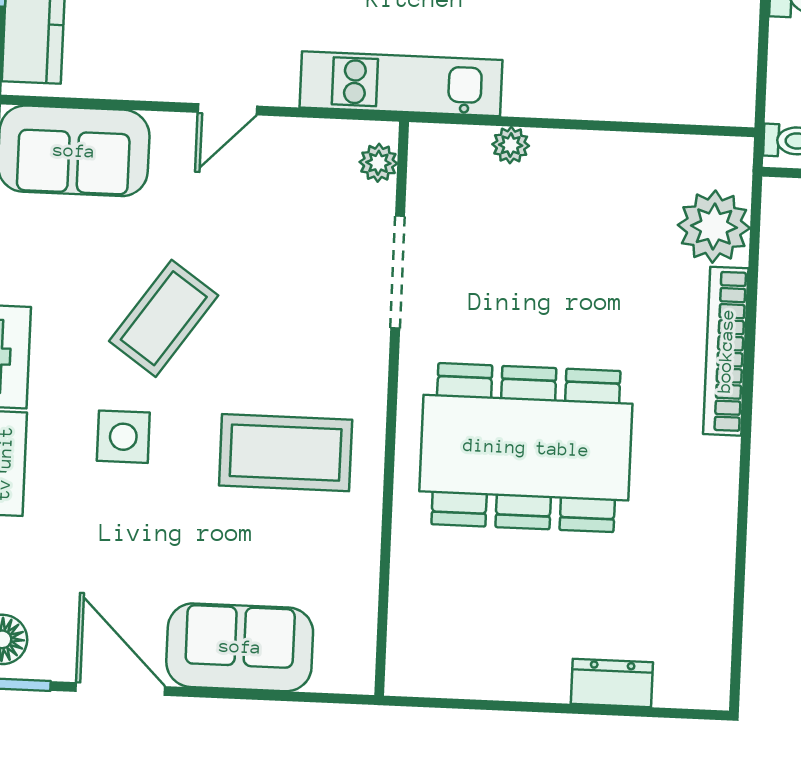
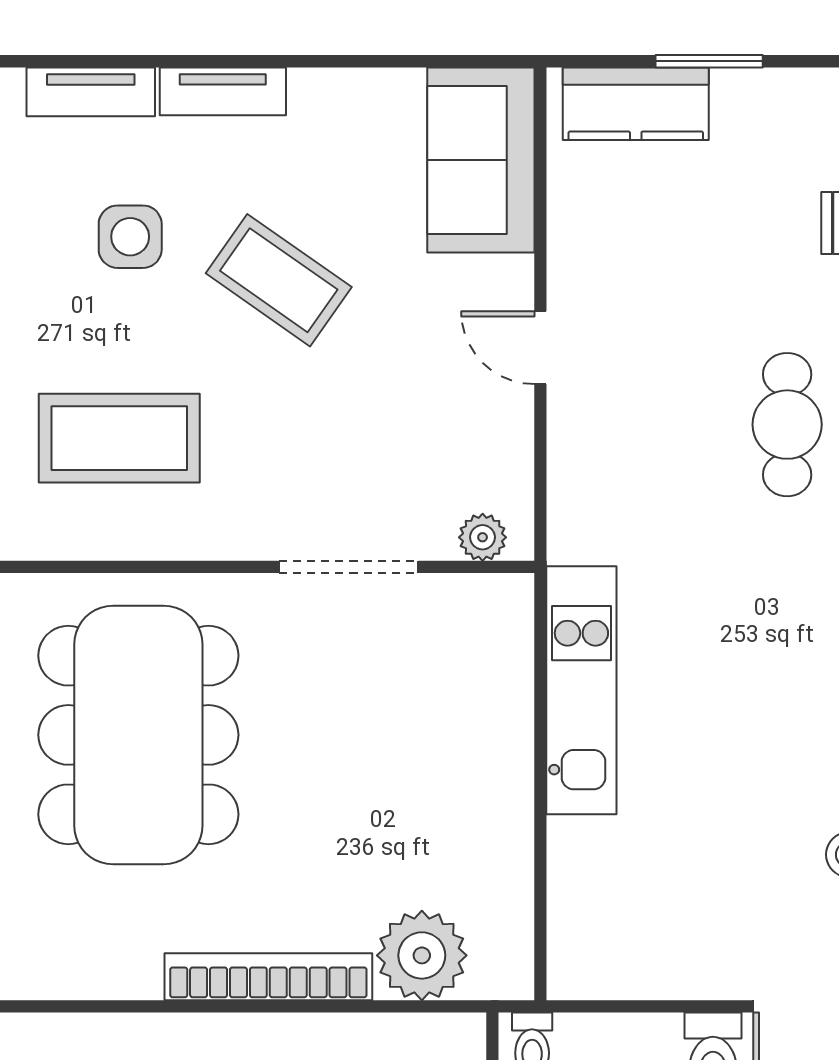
kitchen unit: (401, 84) -> (581, 690), moved
plant: (511, 145) -> (512, 700), removed
coffee table: (286, 453) -> (119, 438), turned 90

